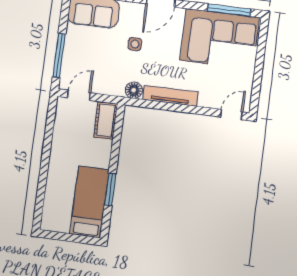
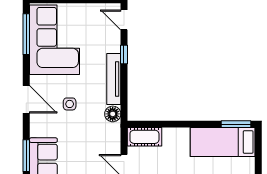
side table: (135, 44) -> (70, 104), moved
window: (195, 110) -> (124, 55), added
window: (110, 189) -> (236, 124), moved

